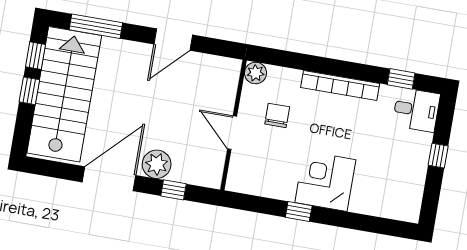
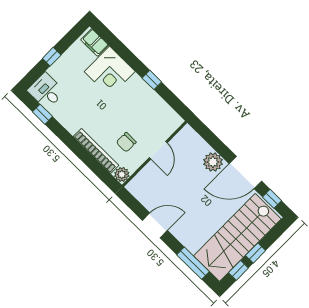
bookcase: (340, 86) -> (96, 151), moved
corner desk: (325, 181) -> (110, 72), moved
window: (174, 190) -> (272, 199), moved
filing cabinet: (399, 209) -> (95, 42), added

